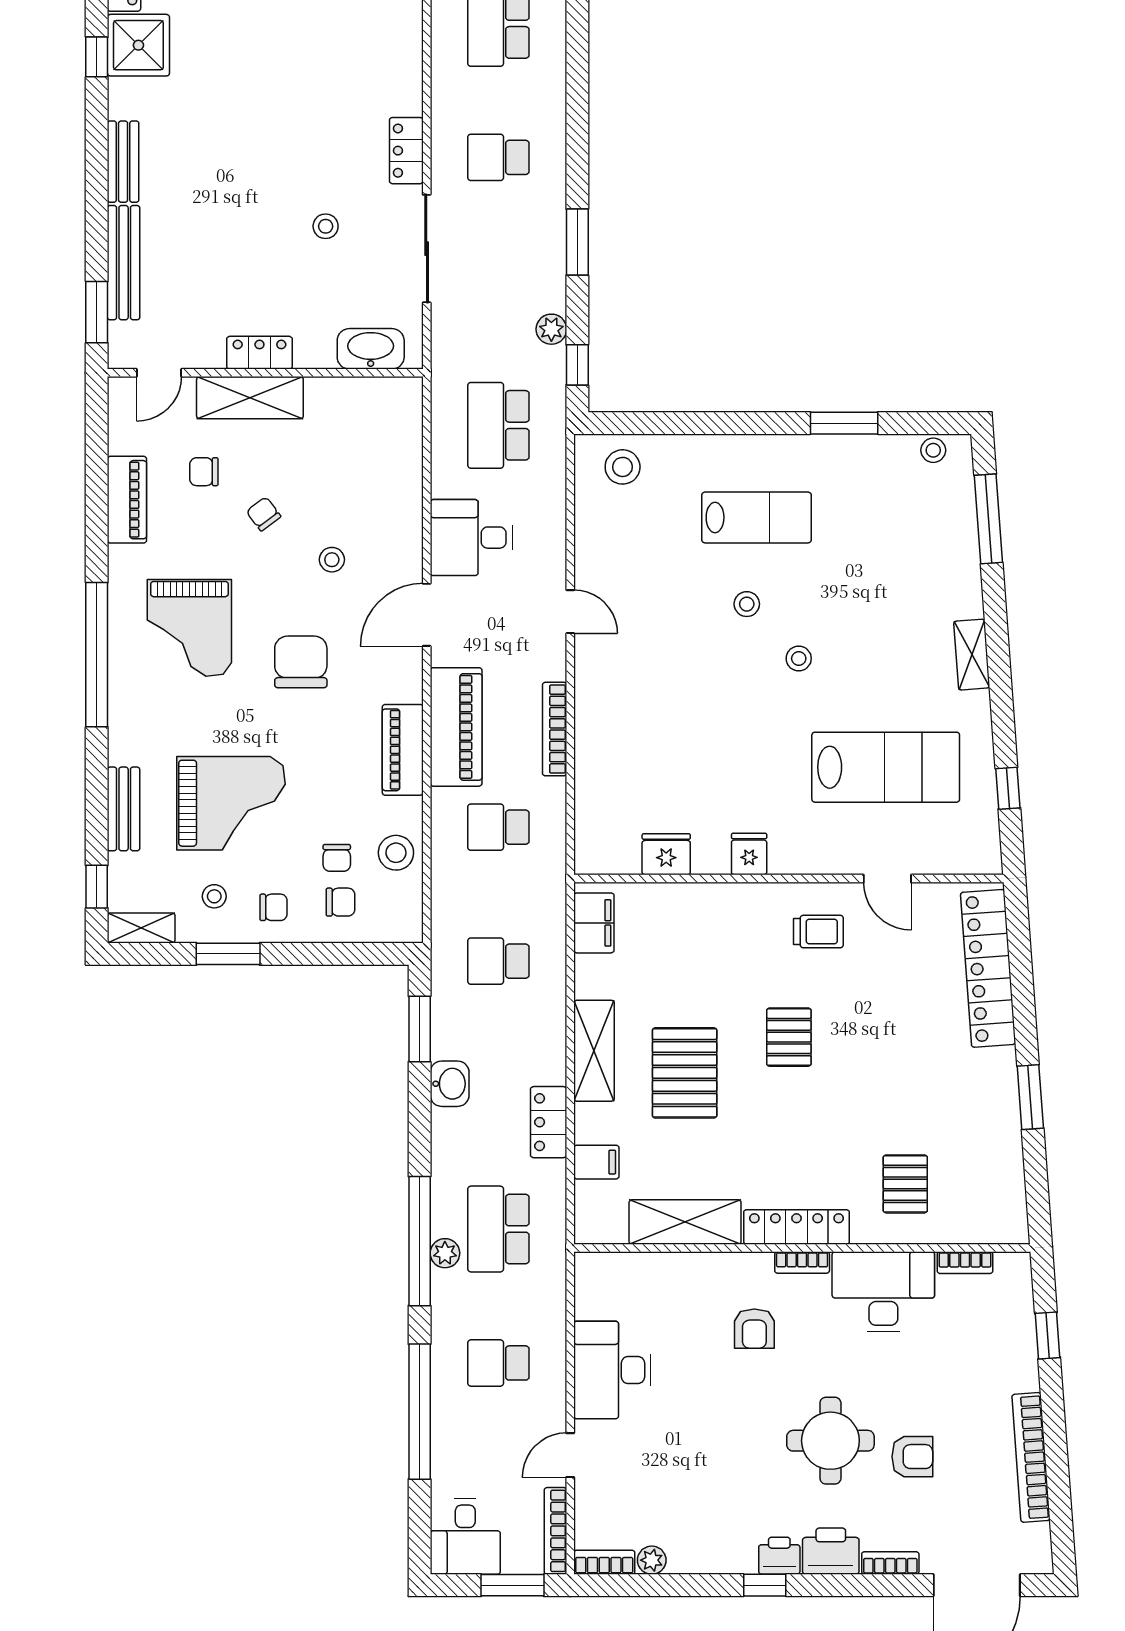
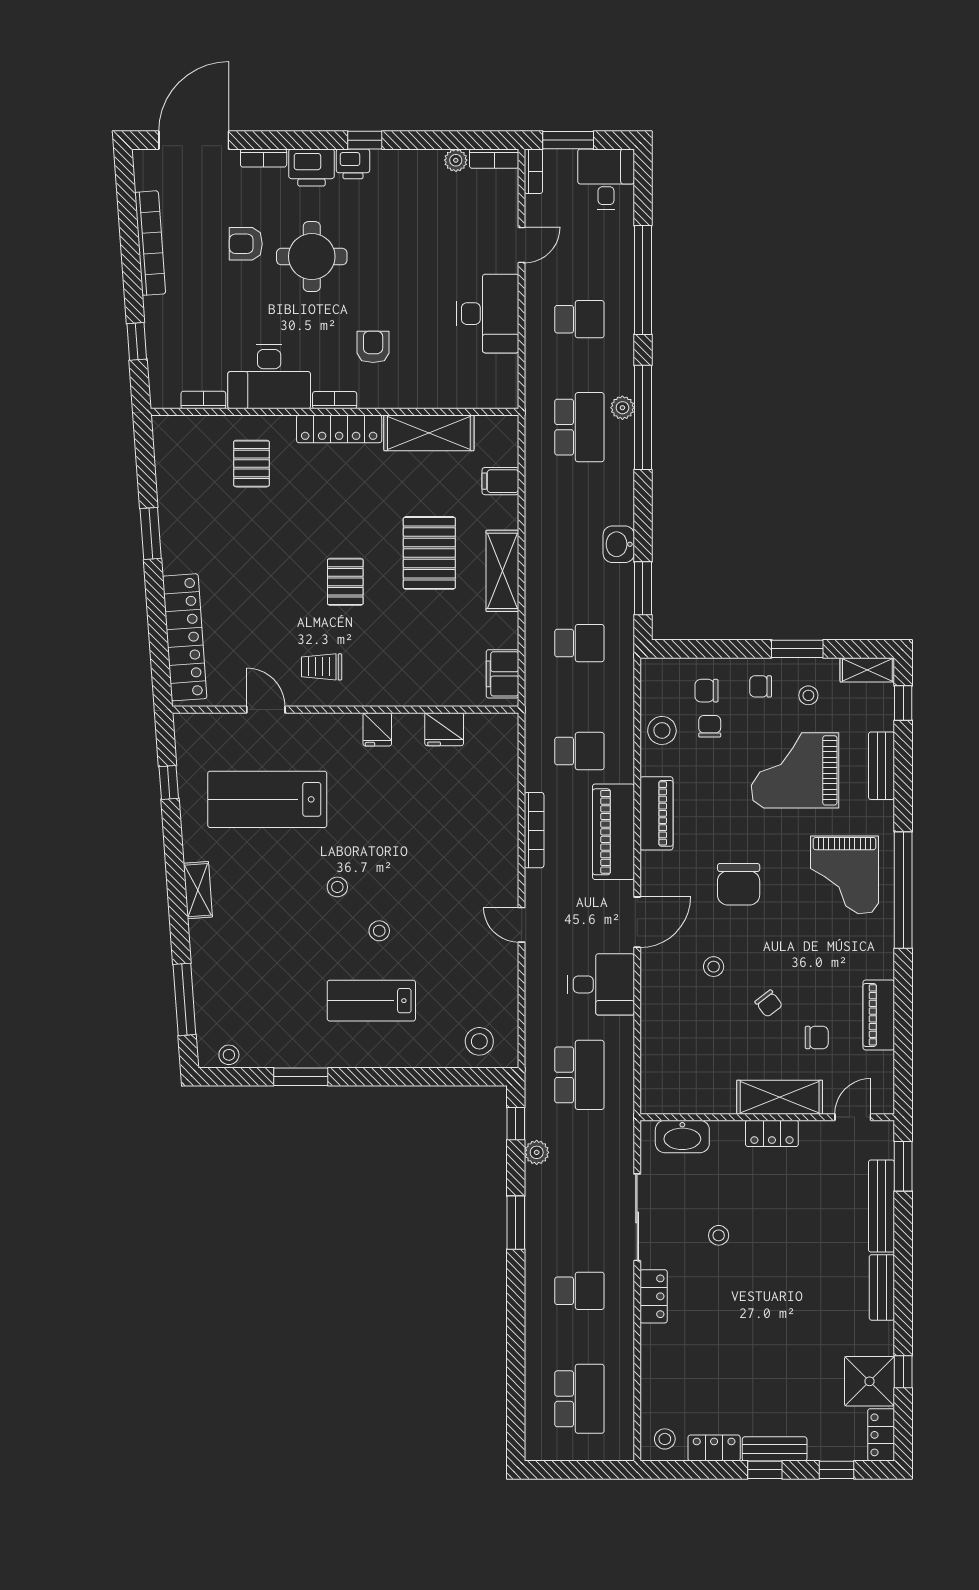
grand piano: (189, 628) -> (844, 875), moved, turned 180
locker: (549, 1122) -> (539, 513), removed
bookcase: (555, 1531) -> (533, 171), width x0.64

